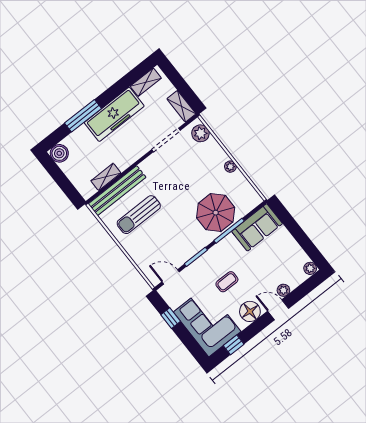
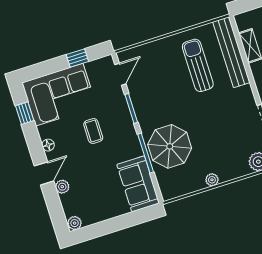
floor lamp: (250, 311) -> (48, 145), width x0.53, depth x0.53

